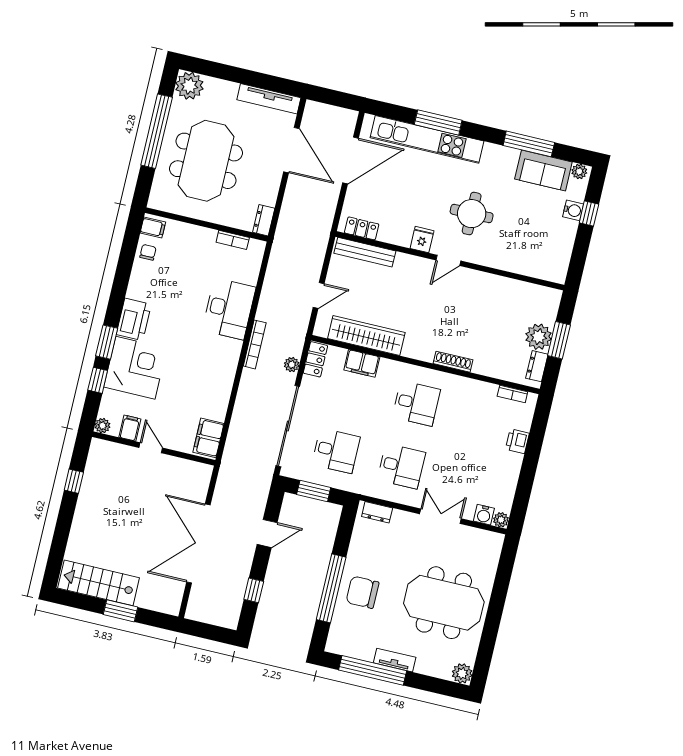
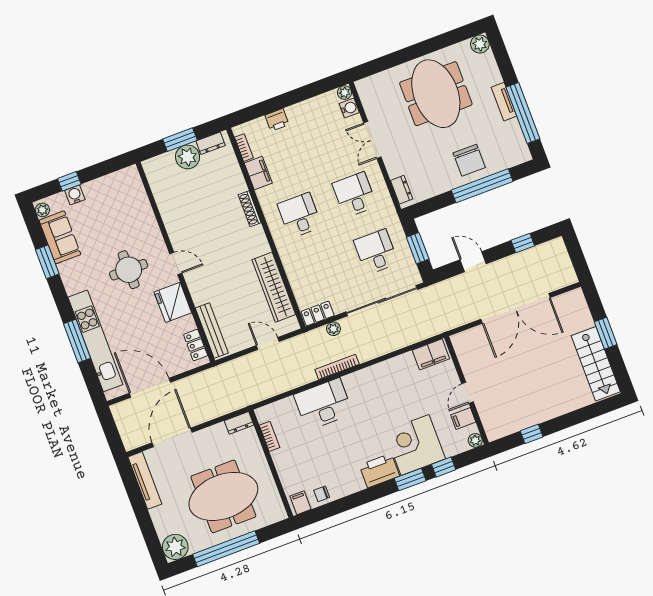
window: (529, 144) -> (47, 262), width x0.69
fridge: (422, 240) -> (173, 302), width x1.88, depth x1.34
filing cabinet: (362, 363) -> (258, 173), moved

